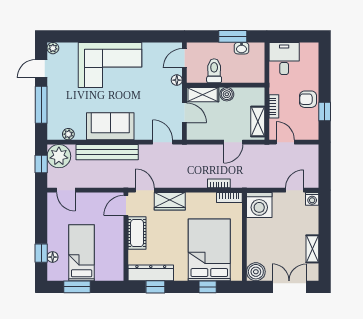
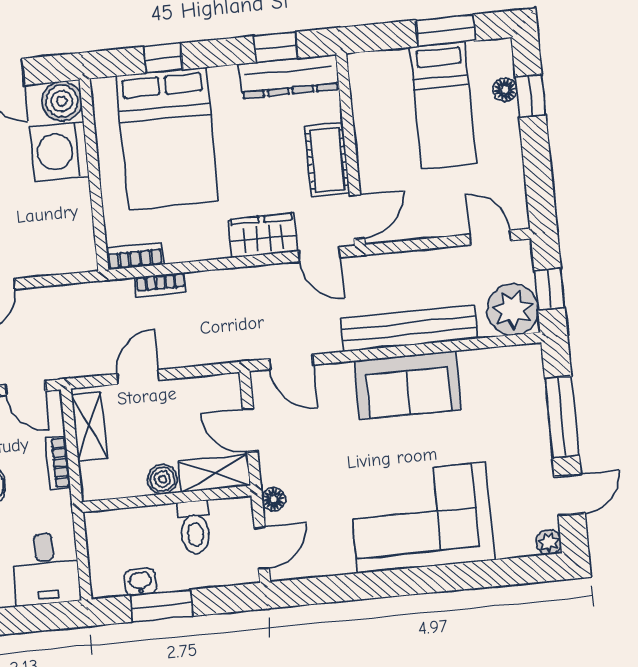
plant: (68, 134) -> (497, 359), removed
washing machine: (259, 205) -> (59, 152), moved, turned -90

